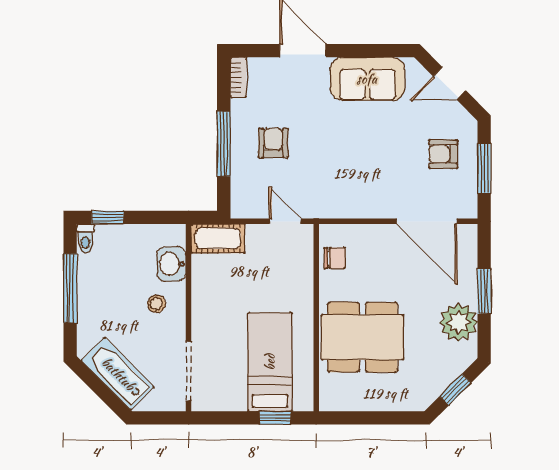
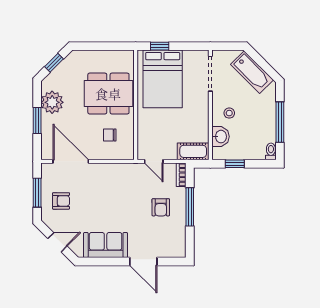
bookcase: (238, 77) -> (181, 175), moved
window: (108, 217) -> (235, 164), moved
chair: (335, 258) -> (110, 135), moved
bed: (270, 362) -> (163, 79), width x1.50

